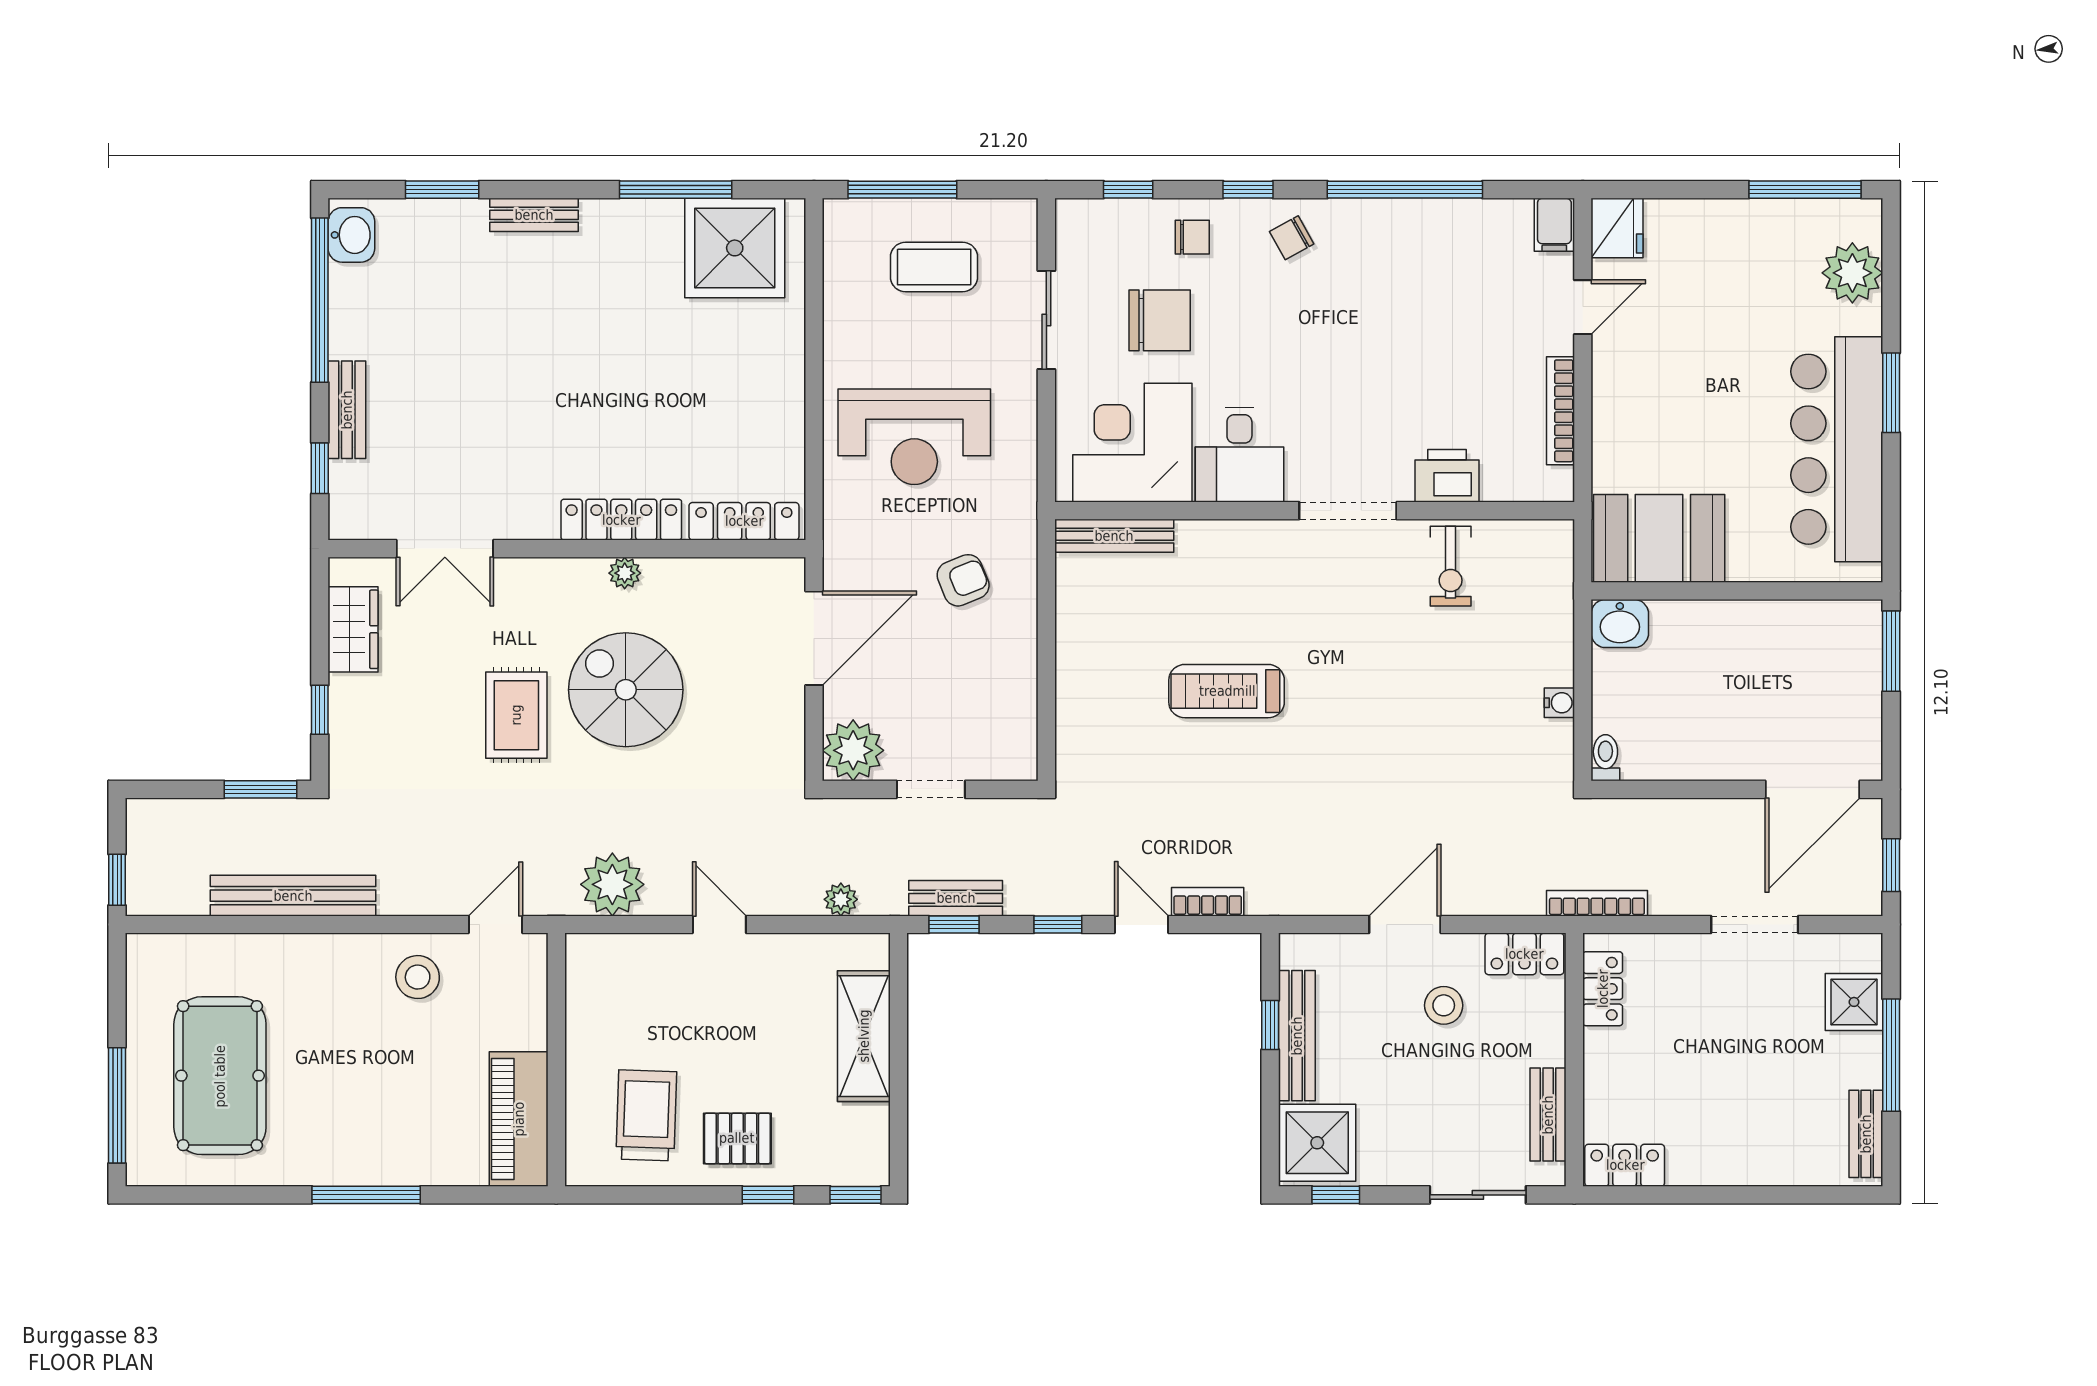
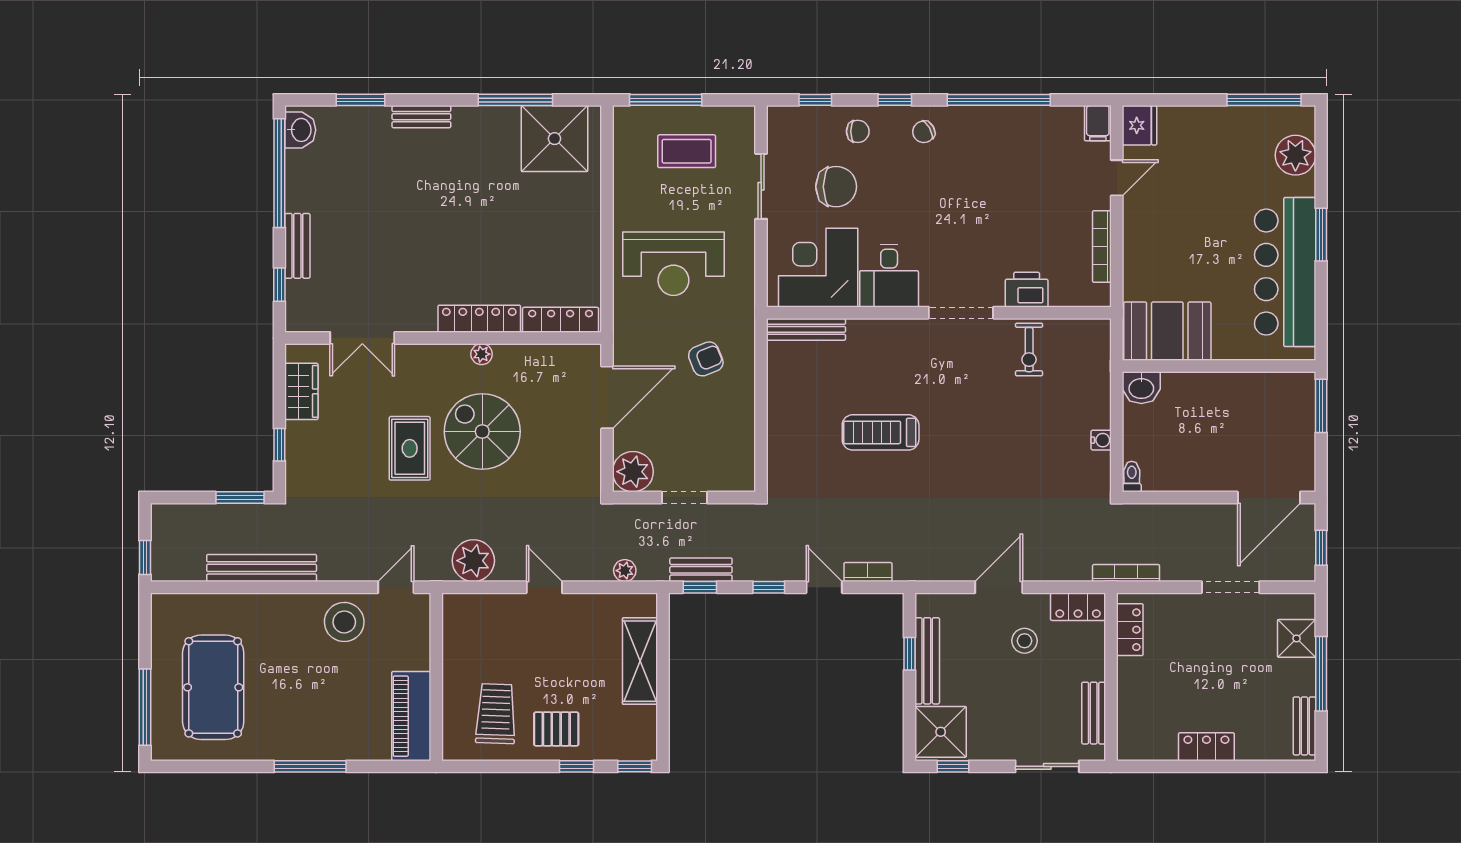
stool: (418, 977) -> (344, 622), width x1.38, depth x1.38
locker: (1625, 1165) -> (1206, 747), moved

